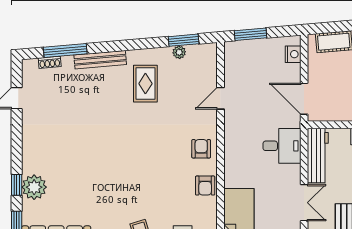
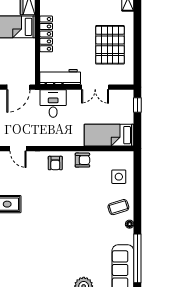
armchair: (201, 149) -> (55, 163), turned -90
double door: (304, 203) -> (95, 87), swing flipped

